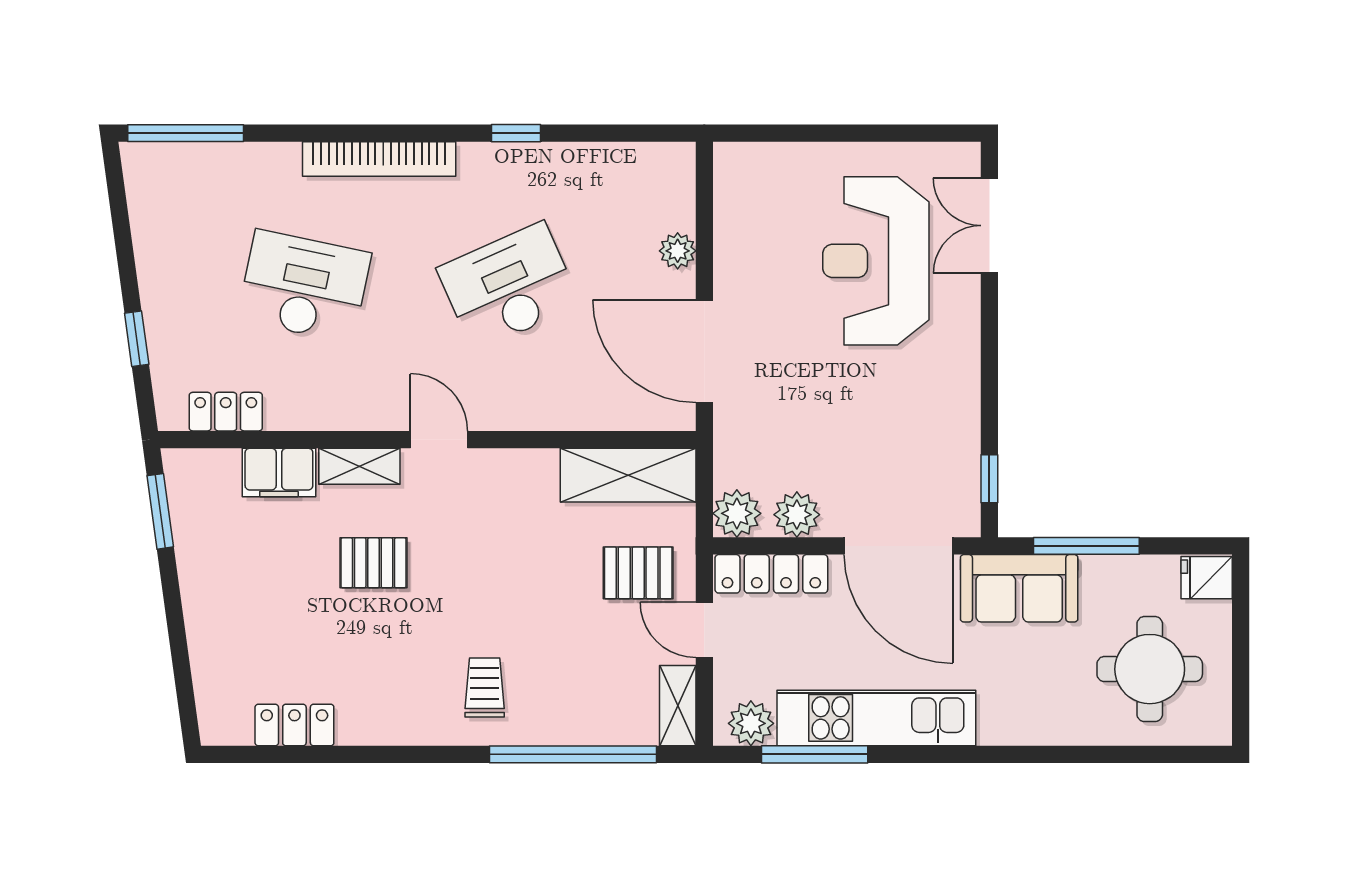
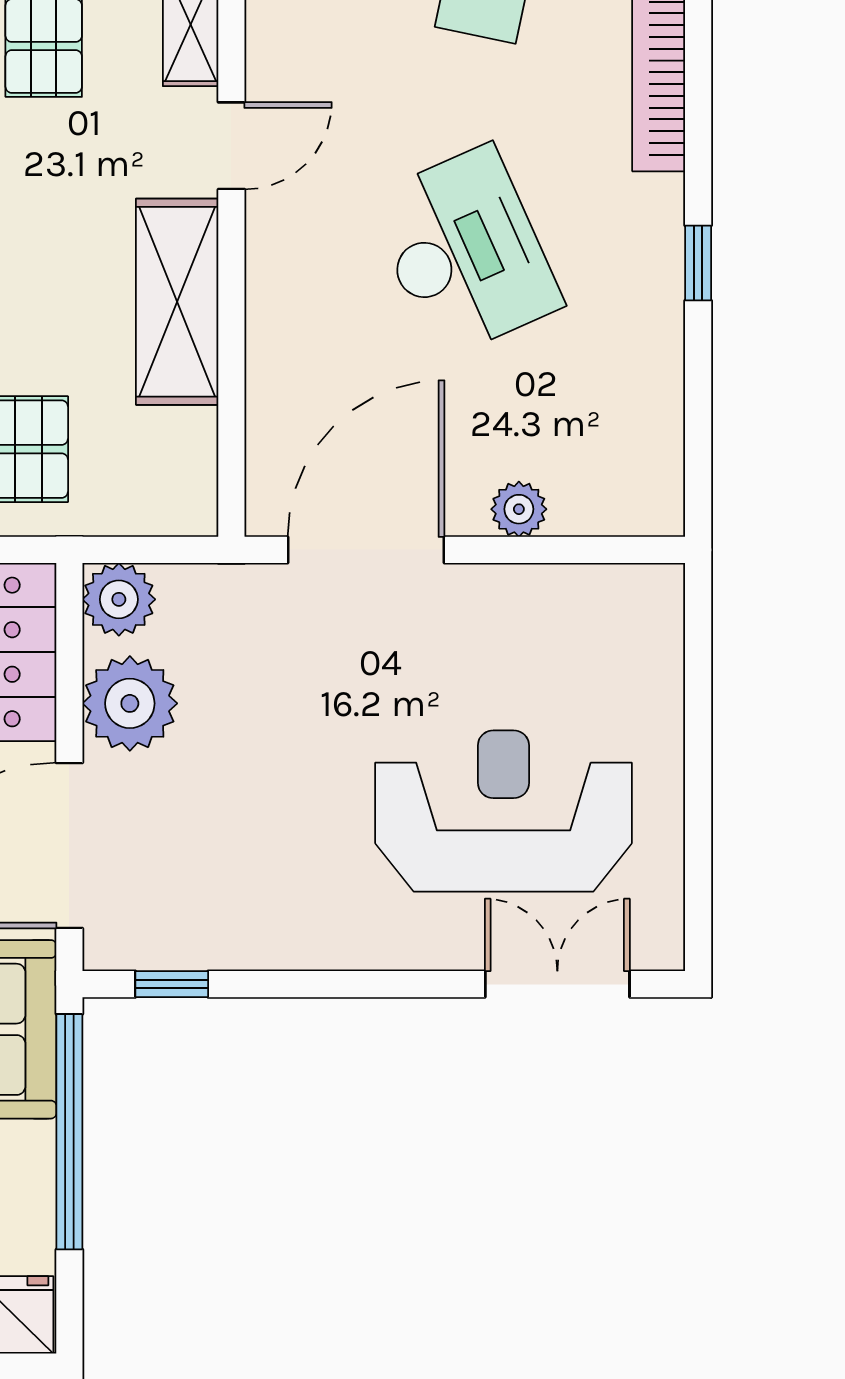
shelving: (628, 475) -> (177, 302), moved
plant: (797, 515) -> (130, 703), width x1.36, depth x1.36
window: (1086, 546) -> (69, 1132), width x1.46

